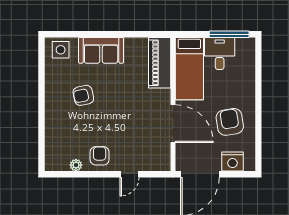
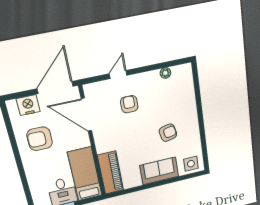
armchair: (230, 122) -> (40, 139), turned 99
door: (173, 124) -> (86, 115), moved
armchair: (100, 156) -> (129, 104), moved, turned 180

